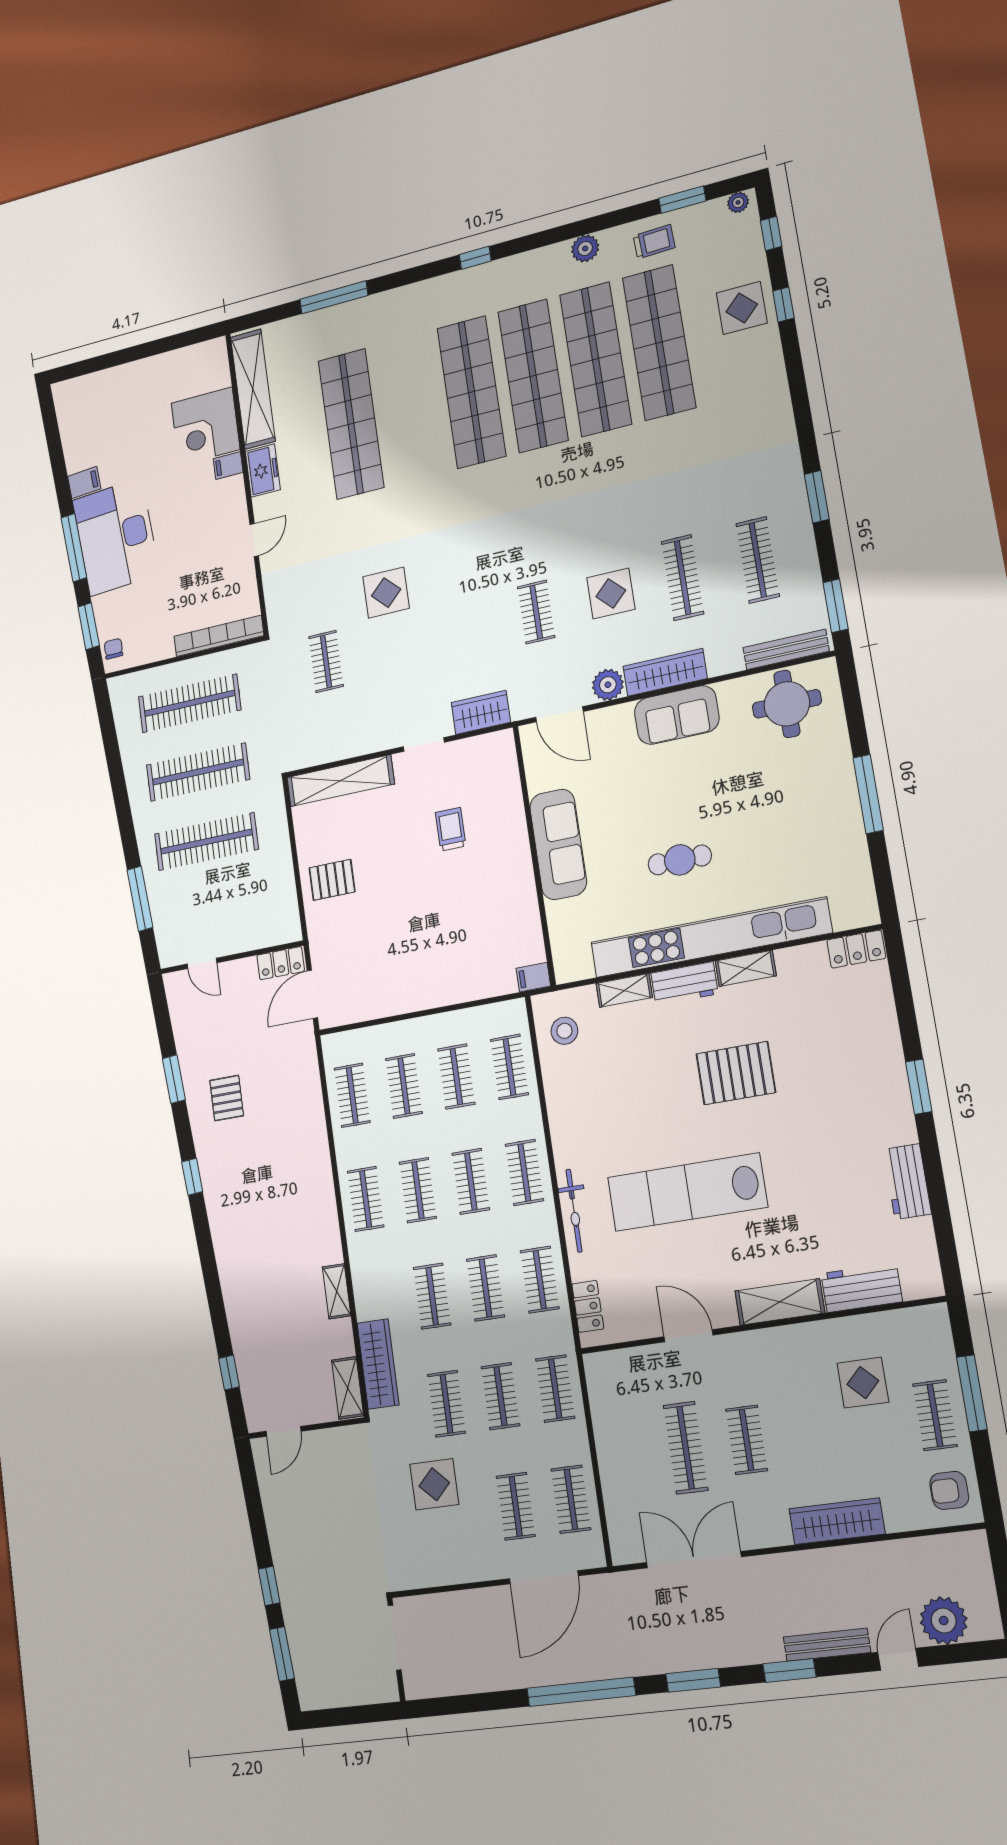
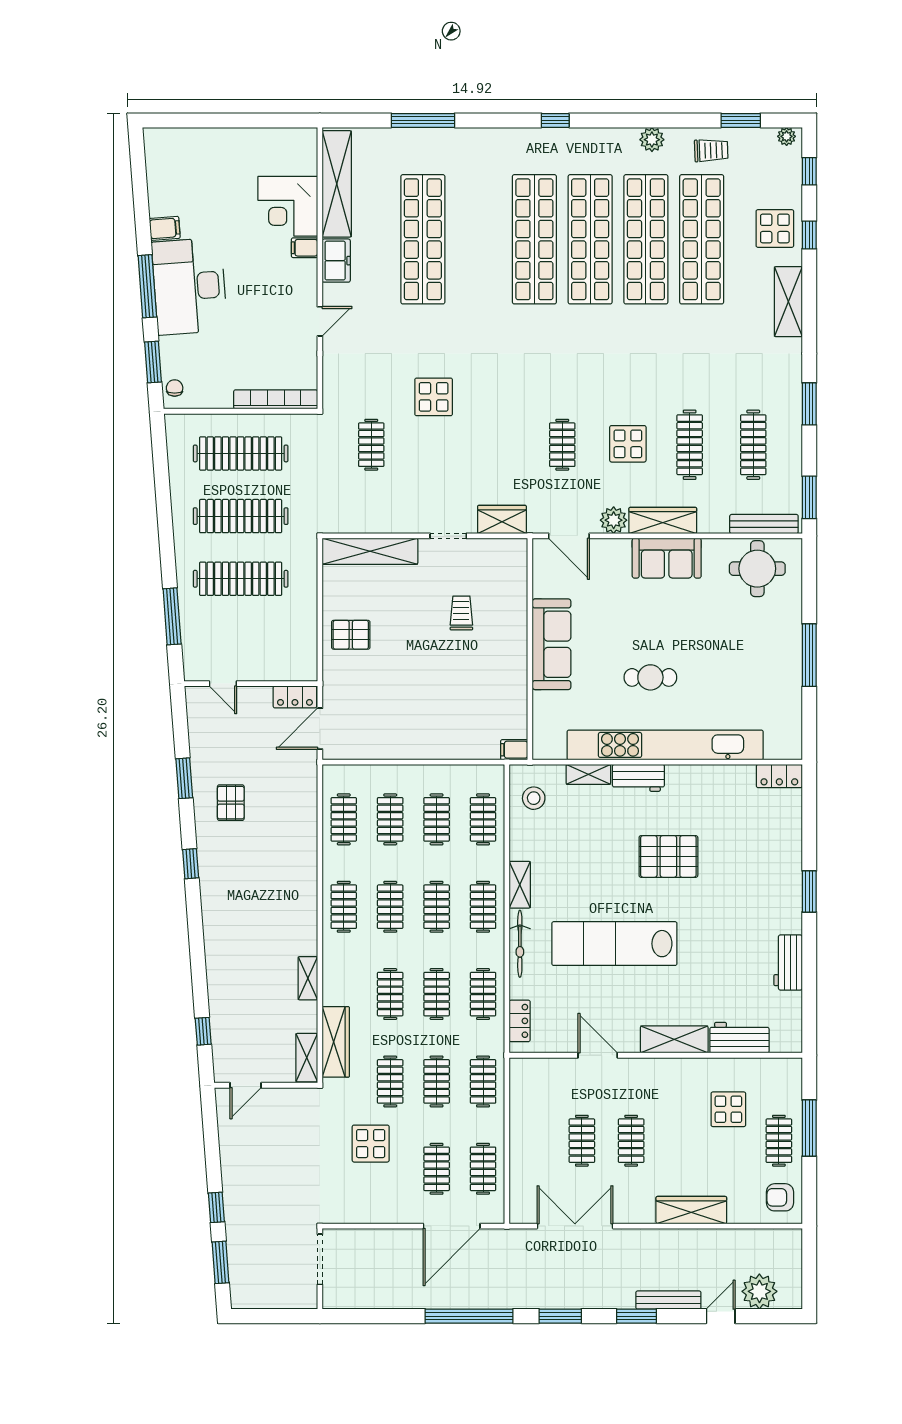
shelving: (772, 386) -> (788, 302), added
shelving: (746, 968) -> (520, 885), moved, turned 90
clothes rail: (686, 1448) -> (582, 1141), width x0.73

